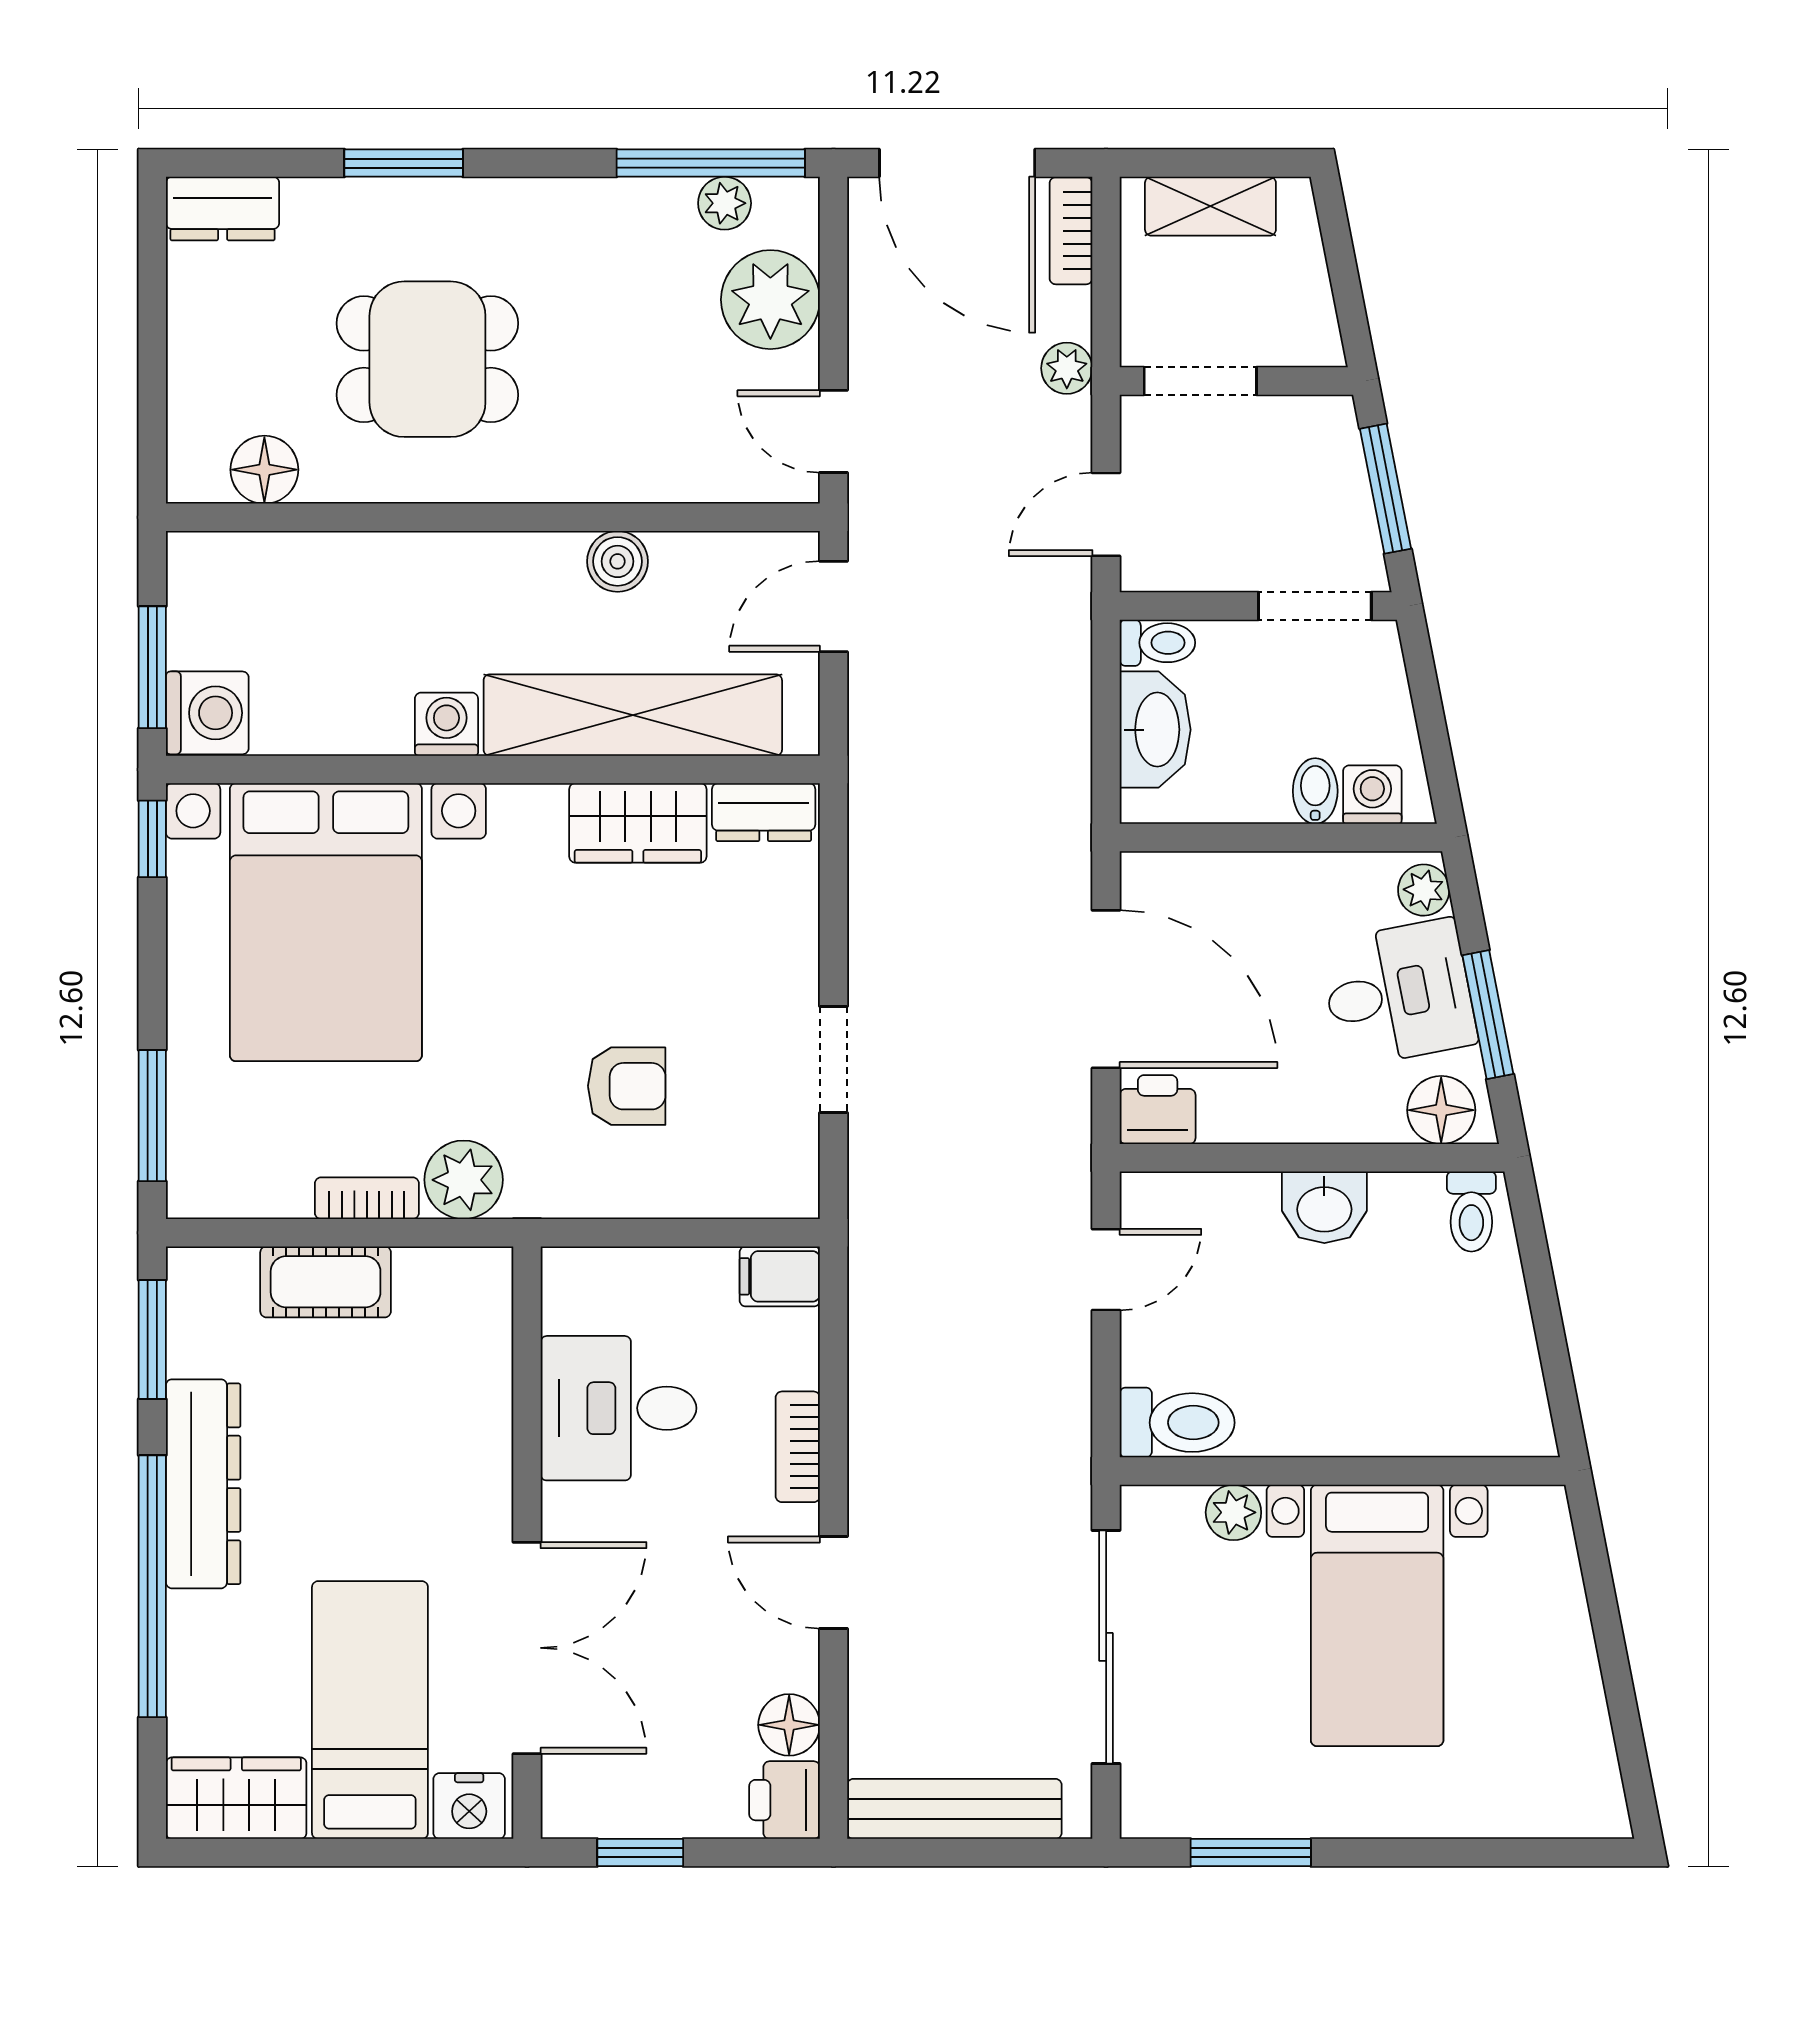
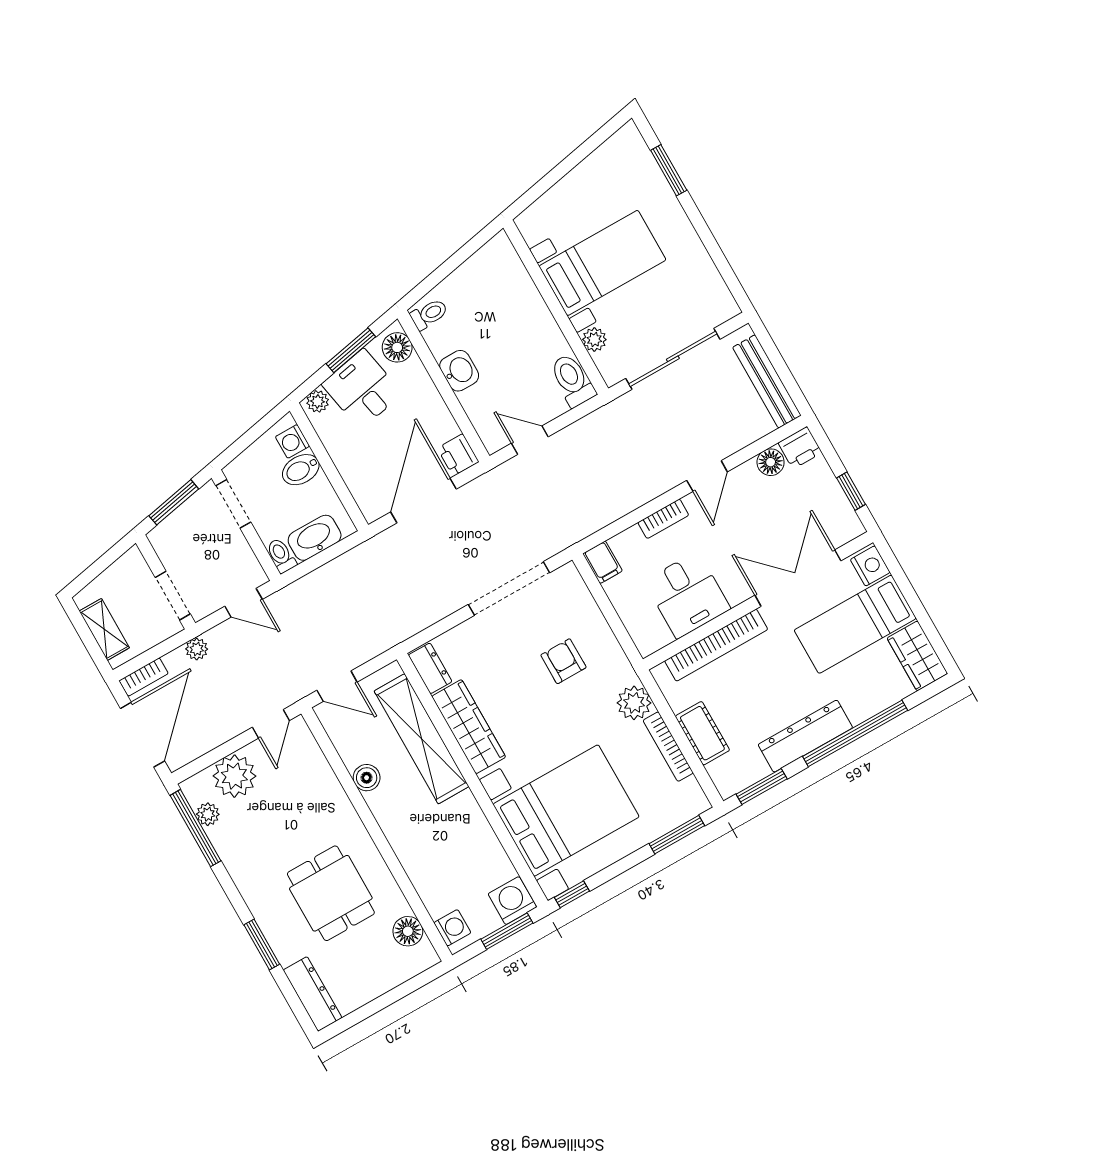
dresser: (223, 209) -> (313, 994), width x1.44
washing machine: (446, 724) -> (452, 928), moved, turned 180
bidet: (1315, 791) -> (301, 470), width x1.38, depth x1.36
wardrobe: (638, 823) -> (469, 727), width x1.50
doorway: (834, 1060) -> (509, 589), width x1.88
bookcase: (367, 1198) -> (668, 747), width x1.56
bookcase: (486, 1409) -> (716, 645), added
window: (1251, 1853) -> (669, 170), moved

